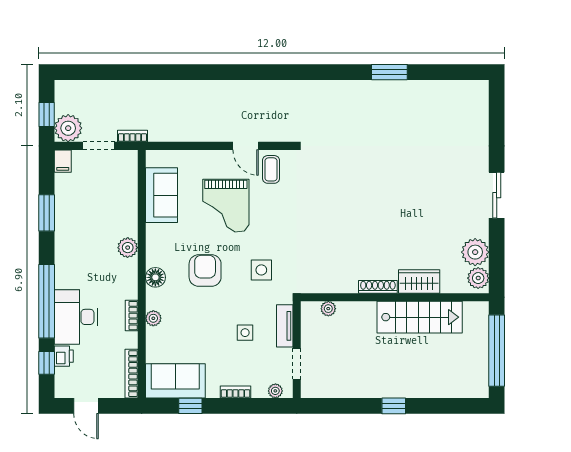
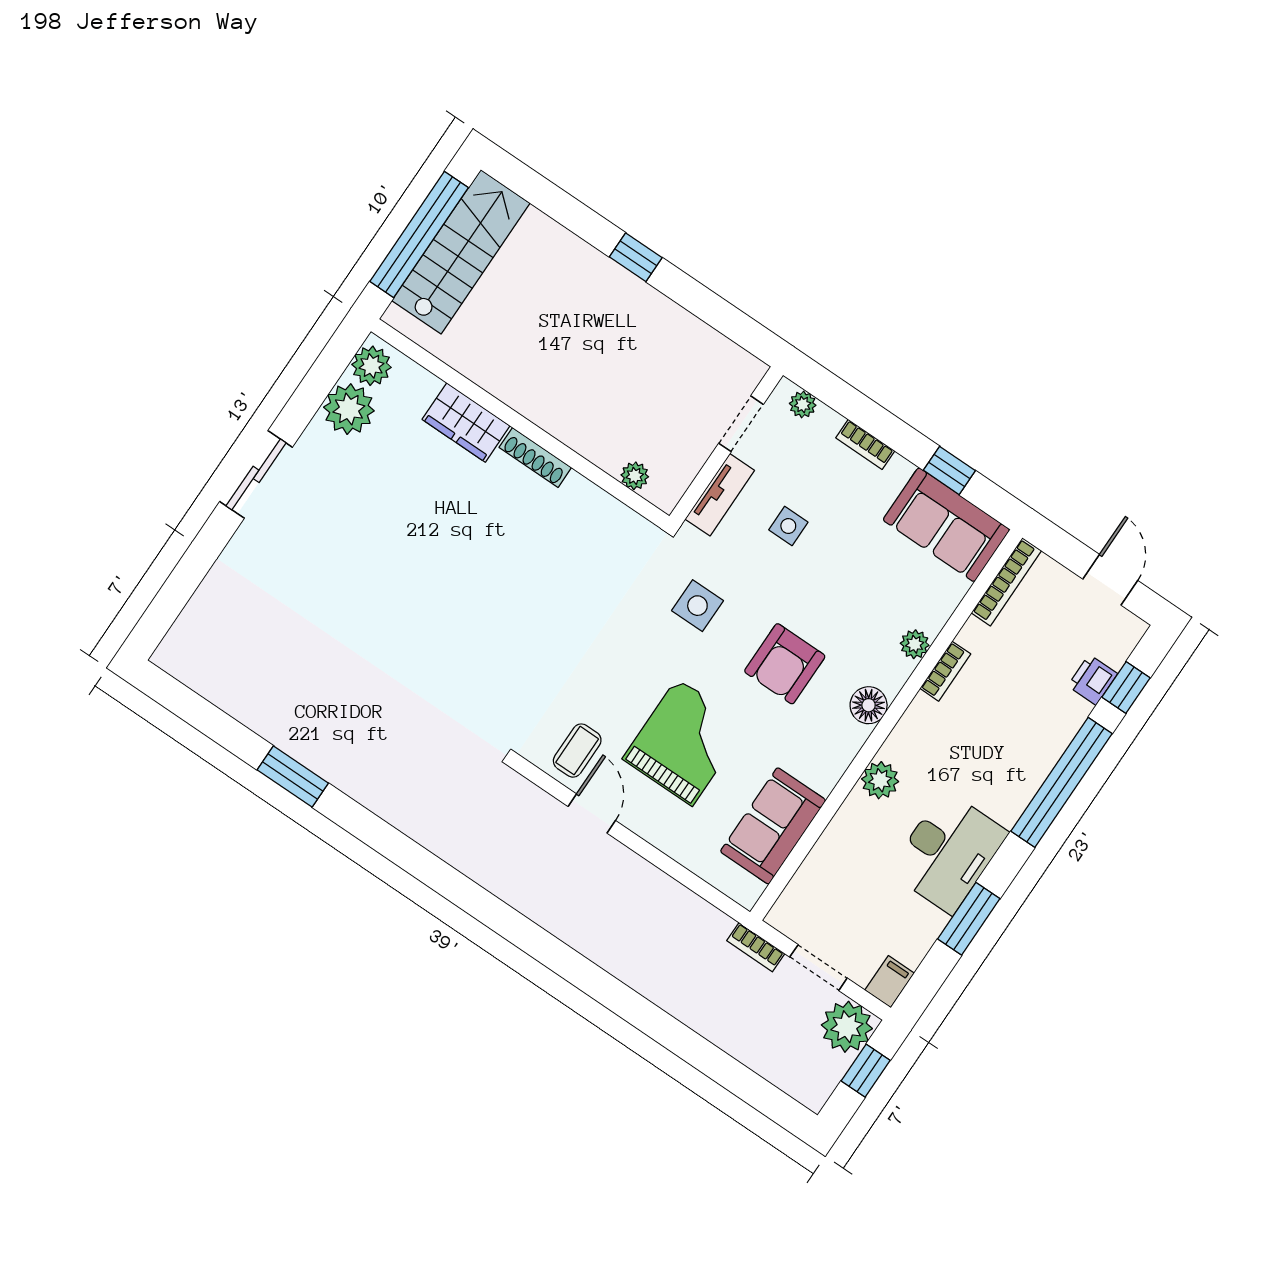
desk: (76, 317) -> (948, 852), moved
stairs: (420, 317) -> (461, 252), moved, turned 90

